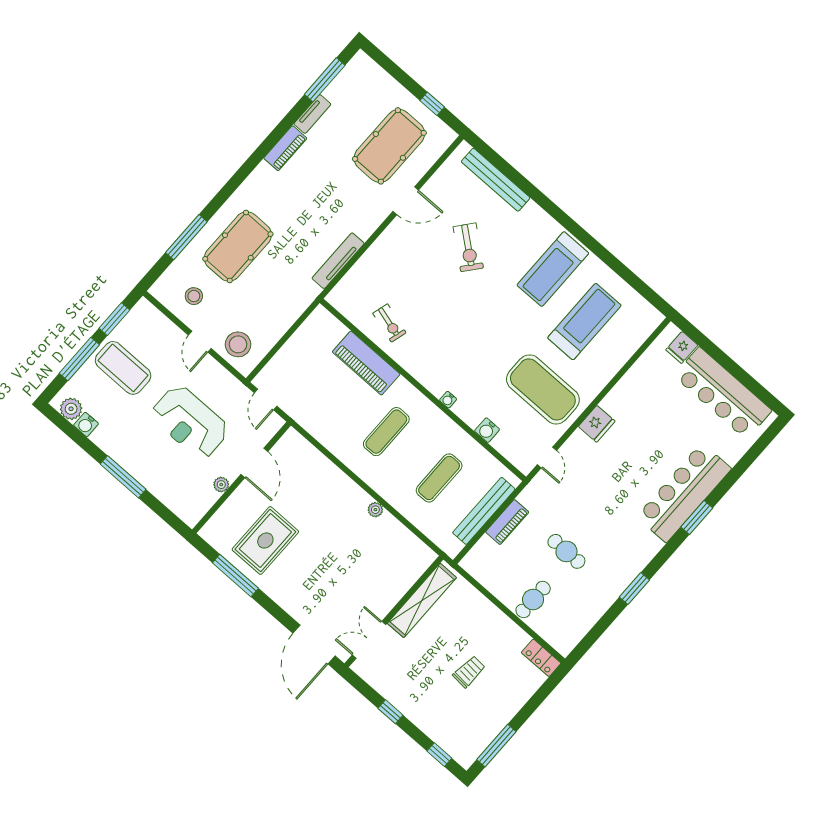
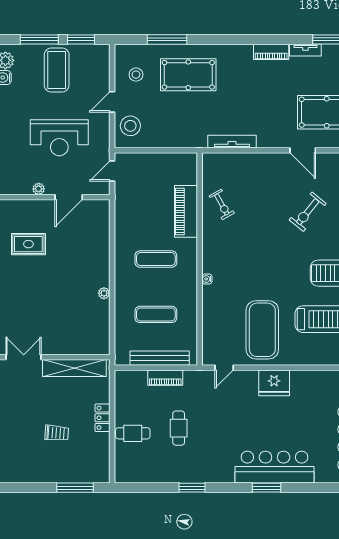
exercise bike: (389, 323) -> (222, 204), turned -45
reception desk: (190, 422) -> (59, 138), turned -90
fridge: (597, 424) -> (274, 383), width x1.36, depth x1.34
water cooler: (487, 430) -> (209, 318), removed
rug: (265, 541) -> (28, 244), width x0.73, depth x0.70
locker: (541, 658) -> (102, 418), moved
window: (496, 746) -> (75, 488), moved

